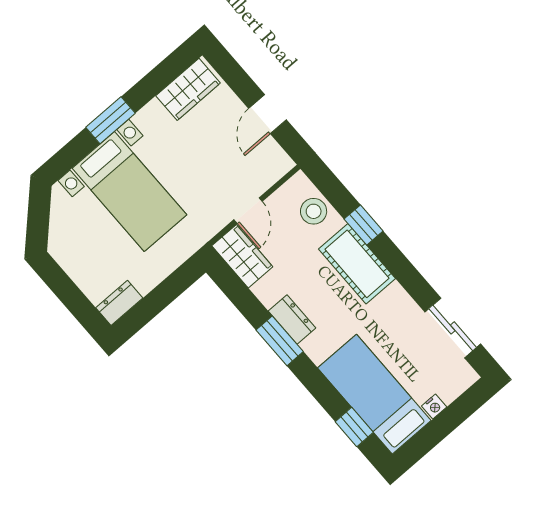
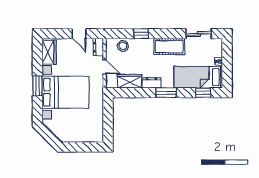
bed with nightstands: (129, 191) -> (65, 92), width x1.36
wardrobe: (242, 256) -> (129, 81), moved
cot: (357, 264) -> (169, 47), moved
dresser: (119, 303) -> (98, 47), moved
window: (280, 341) -> (166, 93), moved

